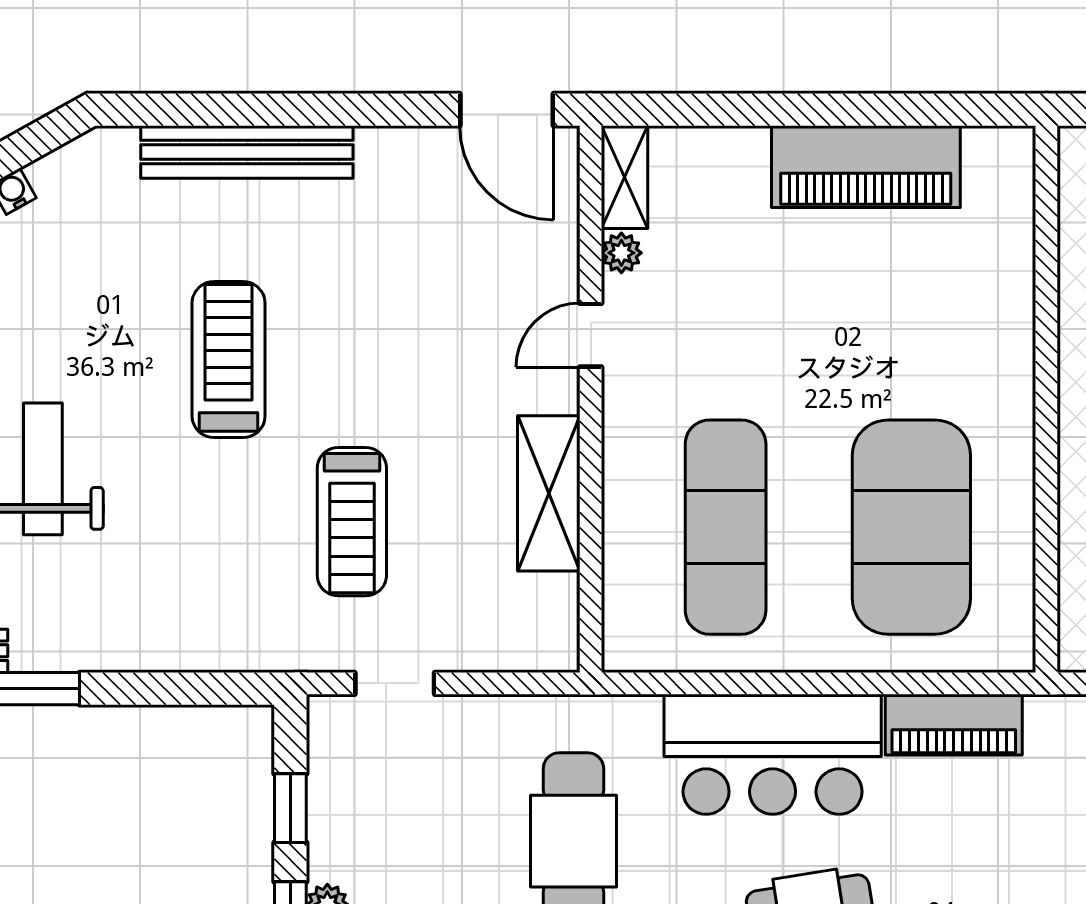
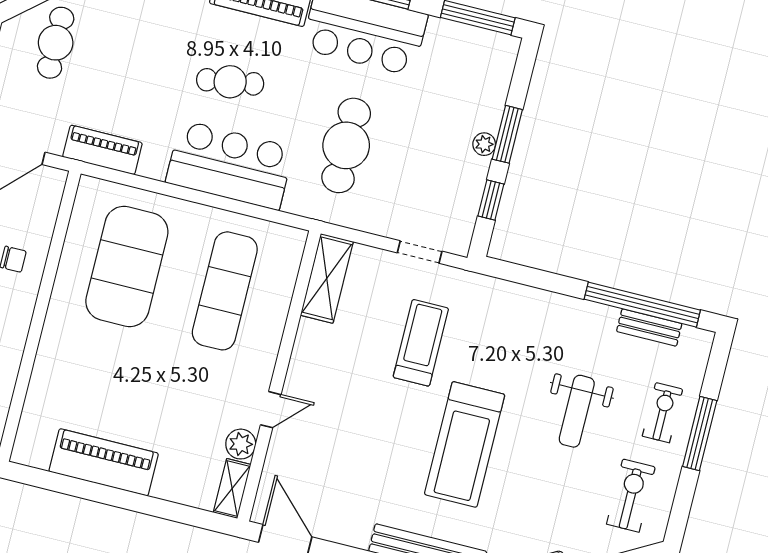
plant: (621, 253) -> (241, 444), width x1.38, depth x1.38
treadmill: (229, 360) -> (465, 444), width x1.37, depth x1.38
shelving: (549, 493) -> (327, 278), moved
piano: (954, 725) -> (102, 150), moved

